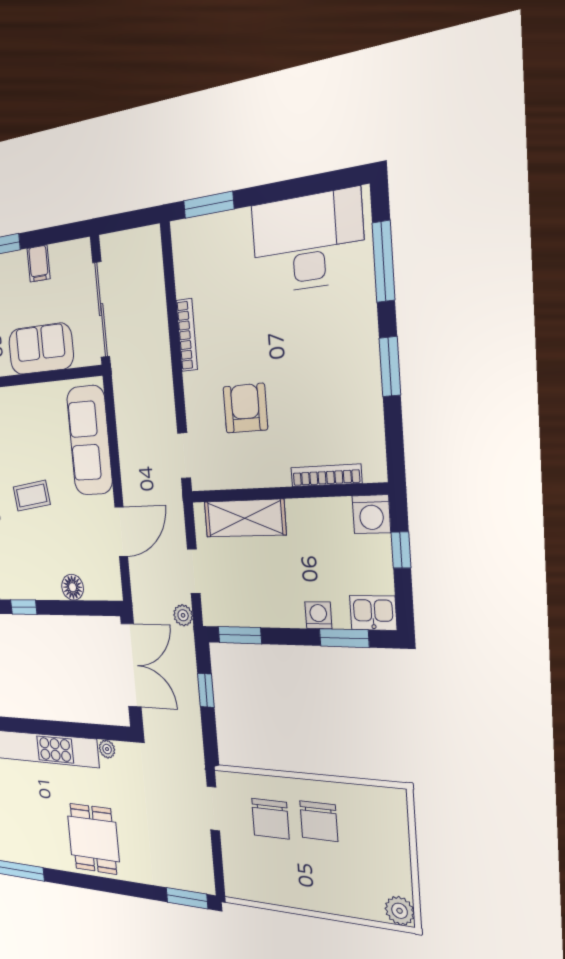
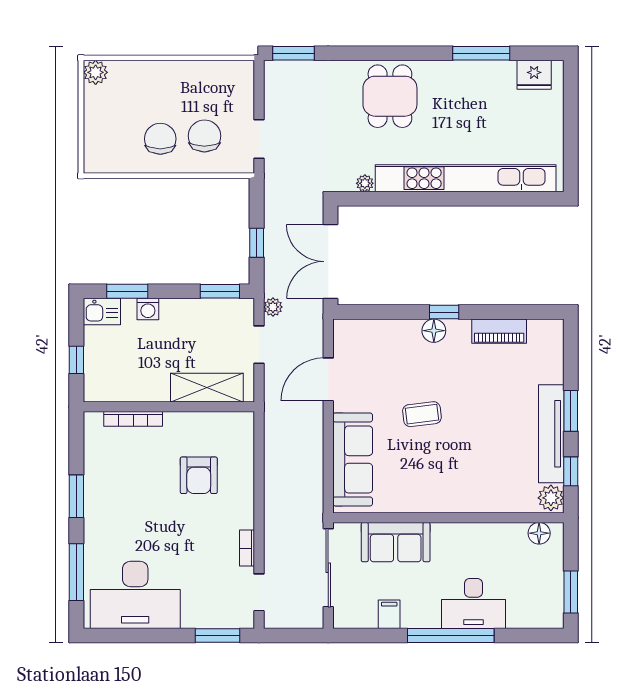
bookcase: (187, 335) -> (247, 548), width x0.64
doorway: (184, 456) -> (259, 592), moved
washing machine: (371, 514) -> (98, 388), removed
floor lamp: (73, 587) -> (434, 331), moved

